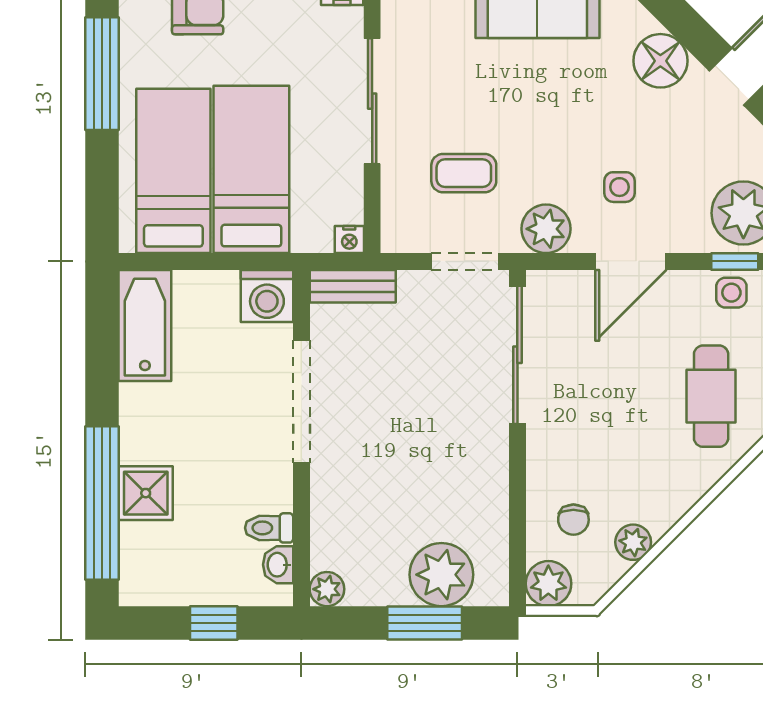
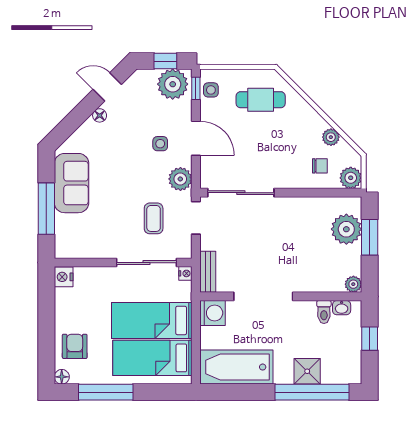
floor lamp: (660, 61) -> (100, 115), width x0.53, depth x0.53
sliding door: (372, 101) -> (147, 263), moved
bathtub: (145, 325) -> (236, 367), width x1.36, depth x1.36

